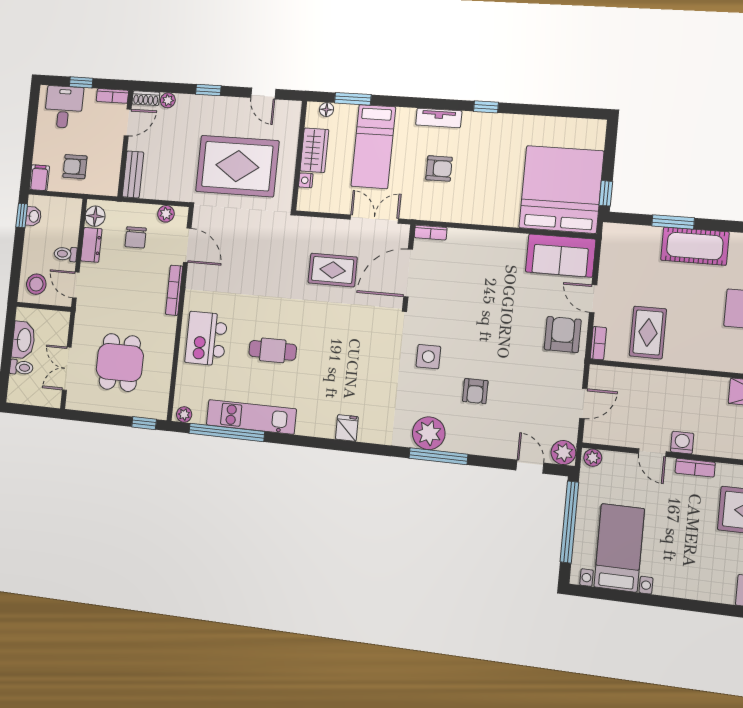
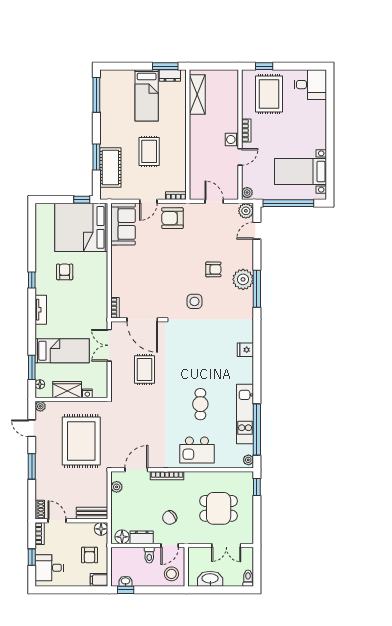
window: (208, 90) -> (32, 466), width x1.50
door: (263, 93) -> (32, 428), swing flipped
plant: (168, 100) -> (40, 406), moved
armchair: (439, 168) -> (65, 272), moved
floor lamp: (109, 186) -> (101, 529), added
chair: (136, 237) -> (170, 518), moved, turned 143
cot: (695, 246) -> (110, 168), moved
rug: (648, 332) -> (149, 151), moved, turned 90
toilet: (21, 367) -> (248, 578), moved
plant: (429, 433) -> (243, 279), moved

